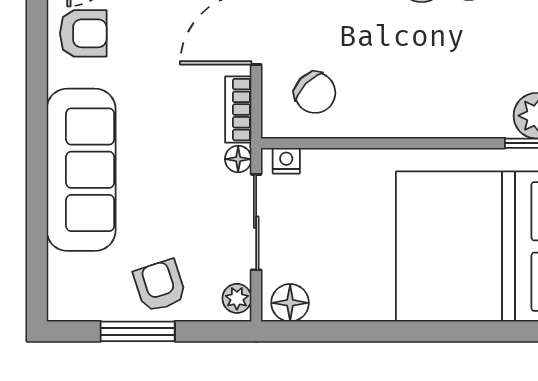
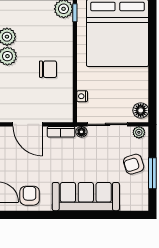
chair: (315, 93) -> (48, 69), moved, turned 46
nightstand: (286, 161) -> (82, 96), moved

